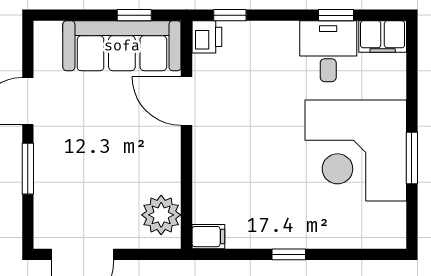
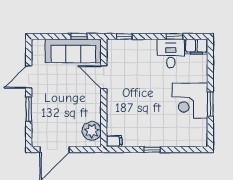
printer: (207, 37) -> (113, 47), removed
corner desk: (356, 151) -> (190, 101), width x0.74, depth x0.74

